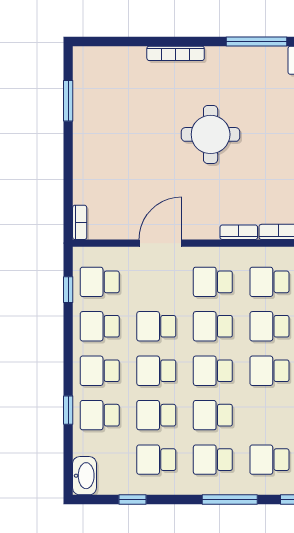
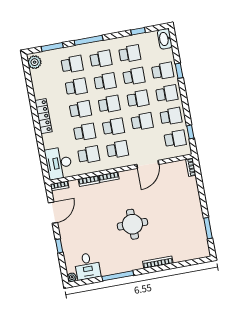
school desk: (269, 415) -> (76, 87), added

